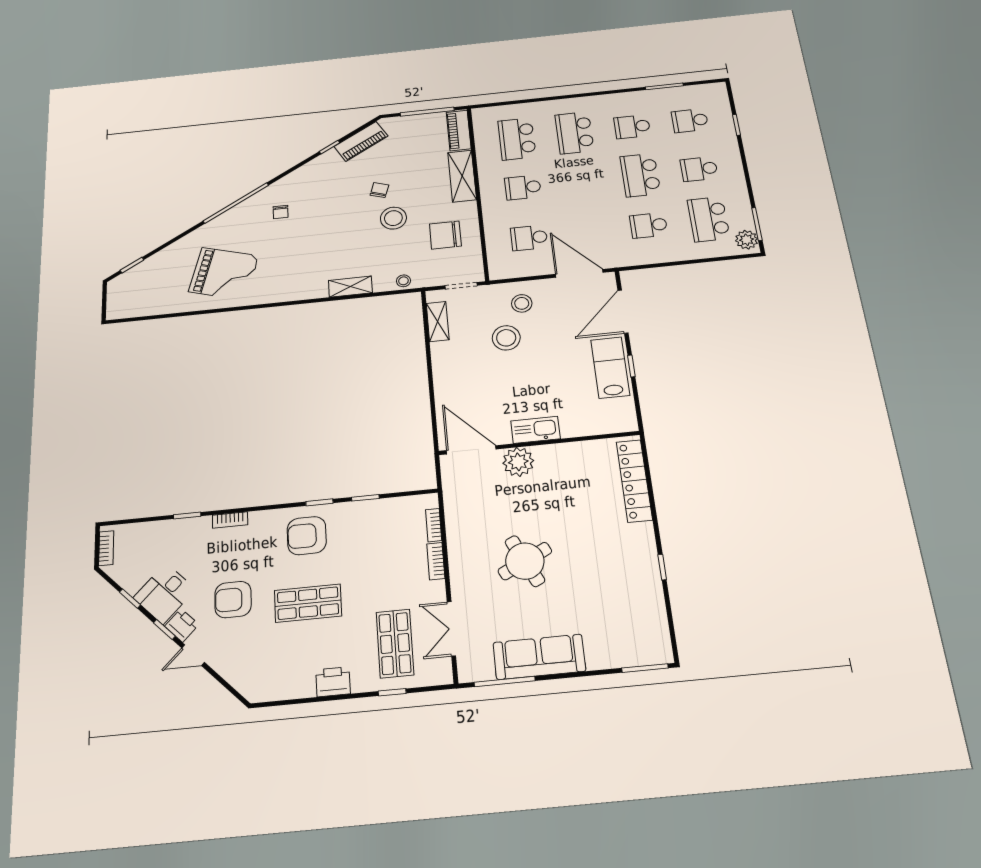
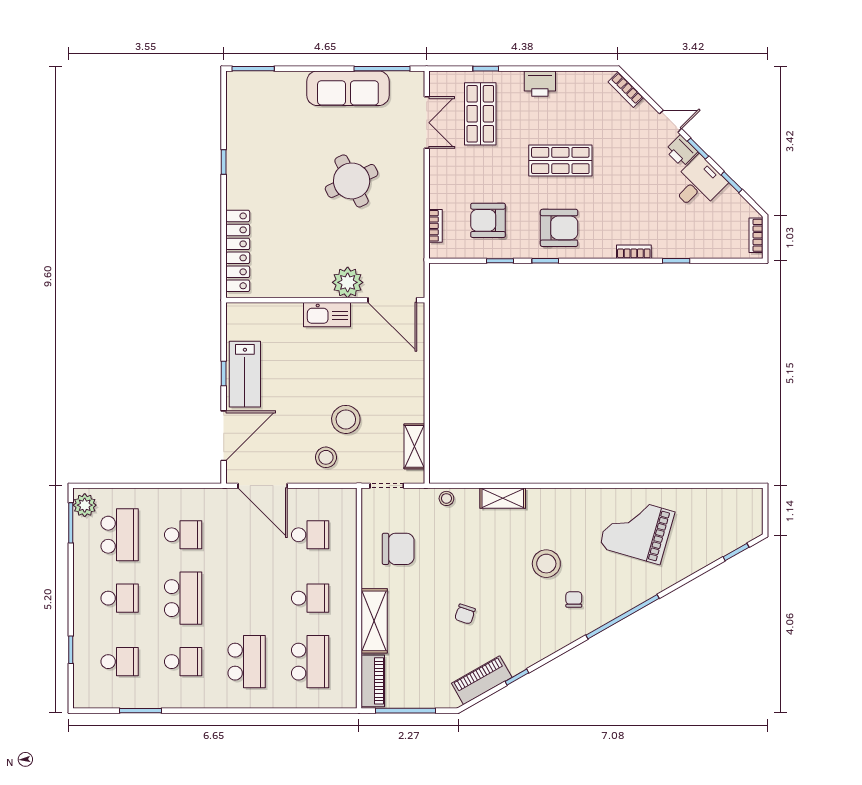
stool: (393, 218) -> (546, 564), moved
bookcase: (436, 561) -> (626, 90), moved, turned 135
armchair: (233, 600) -> (488, 220), moved, turned 180

